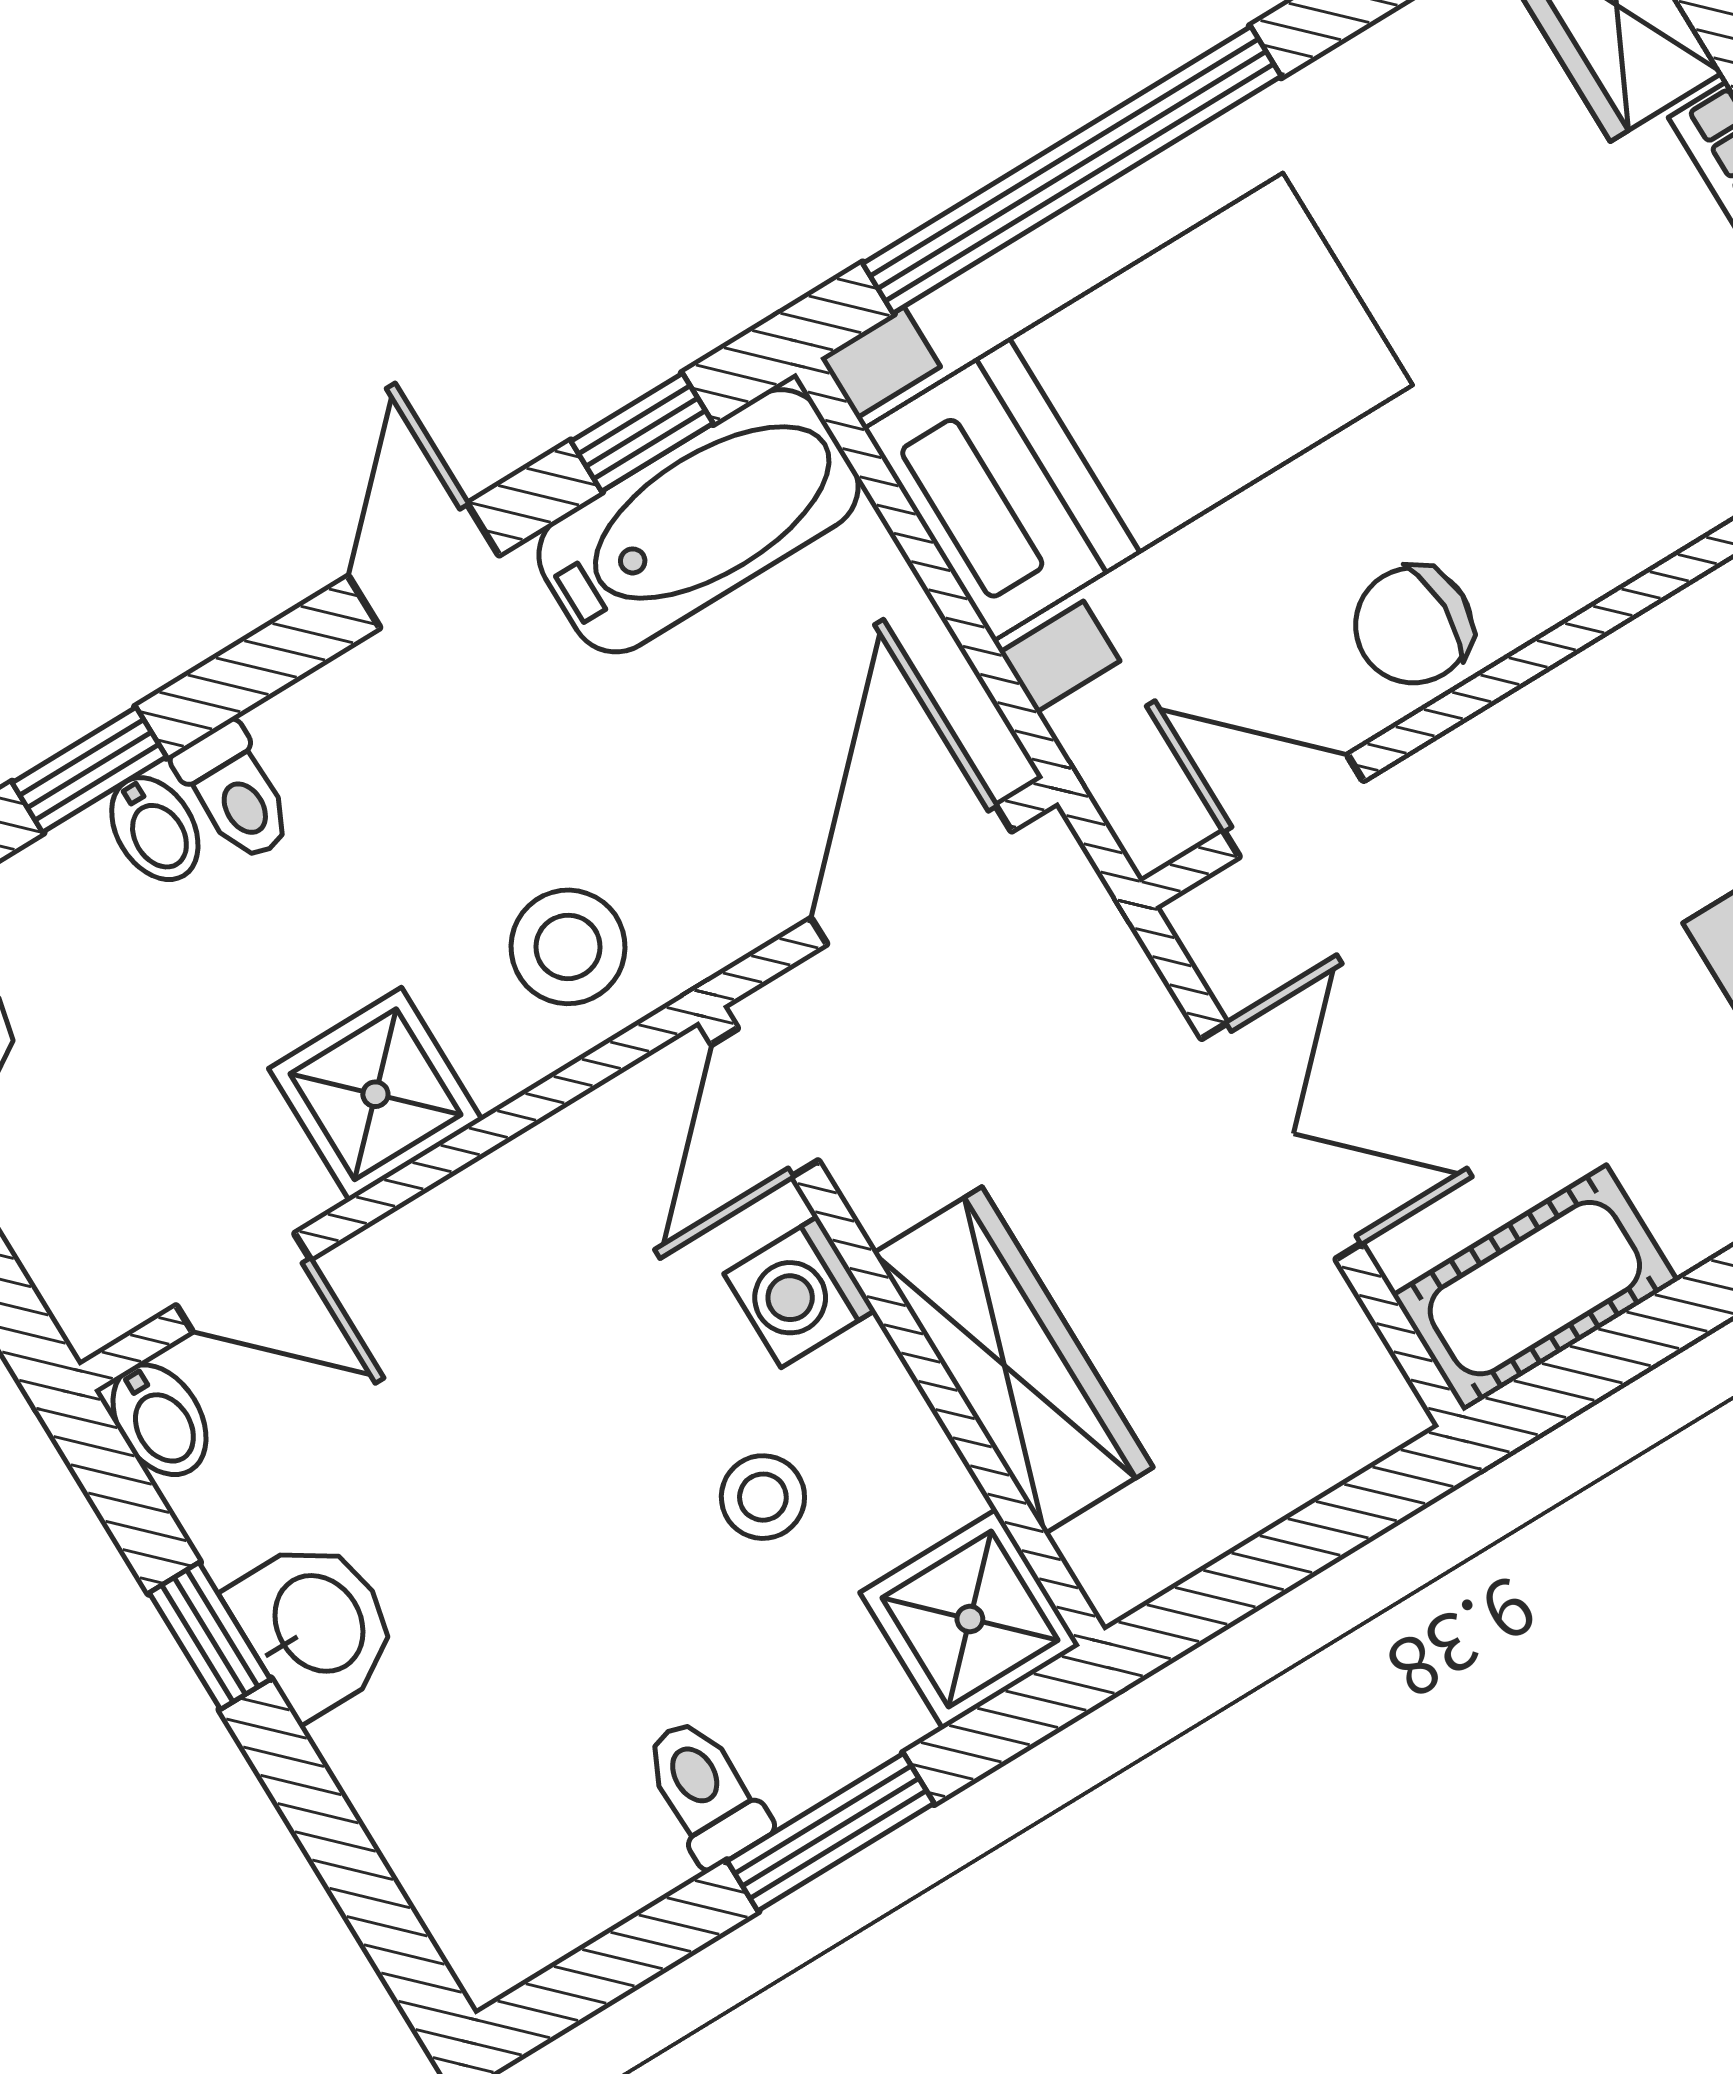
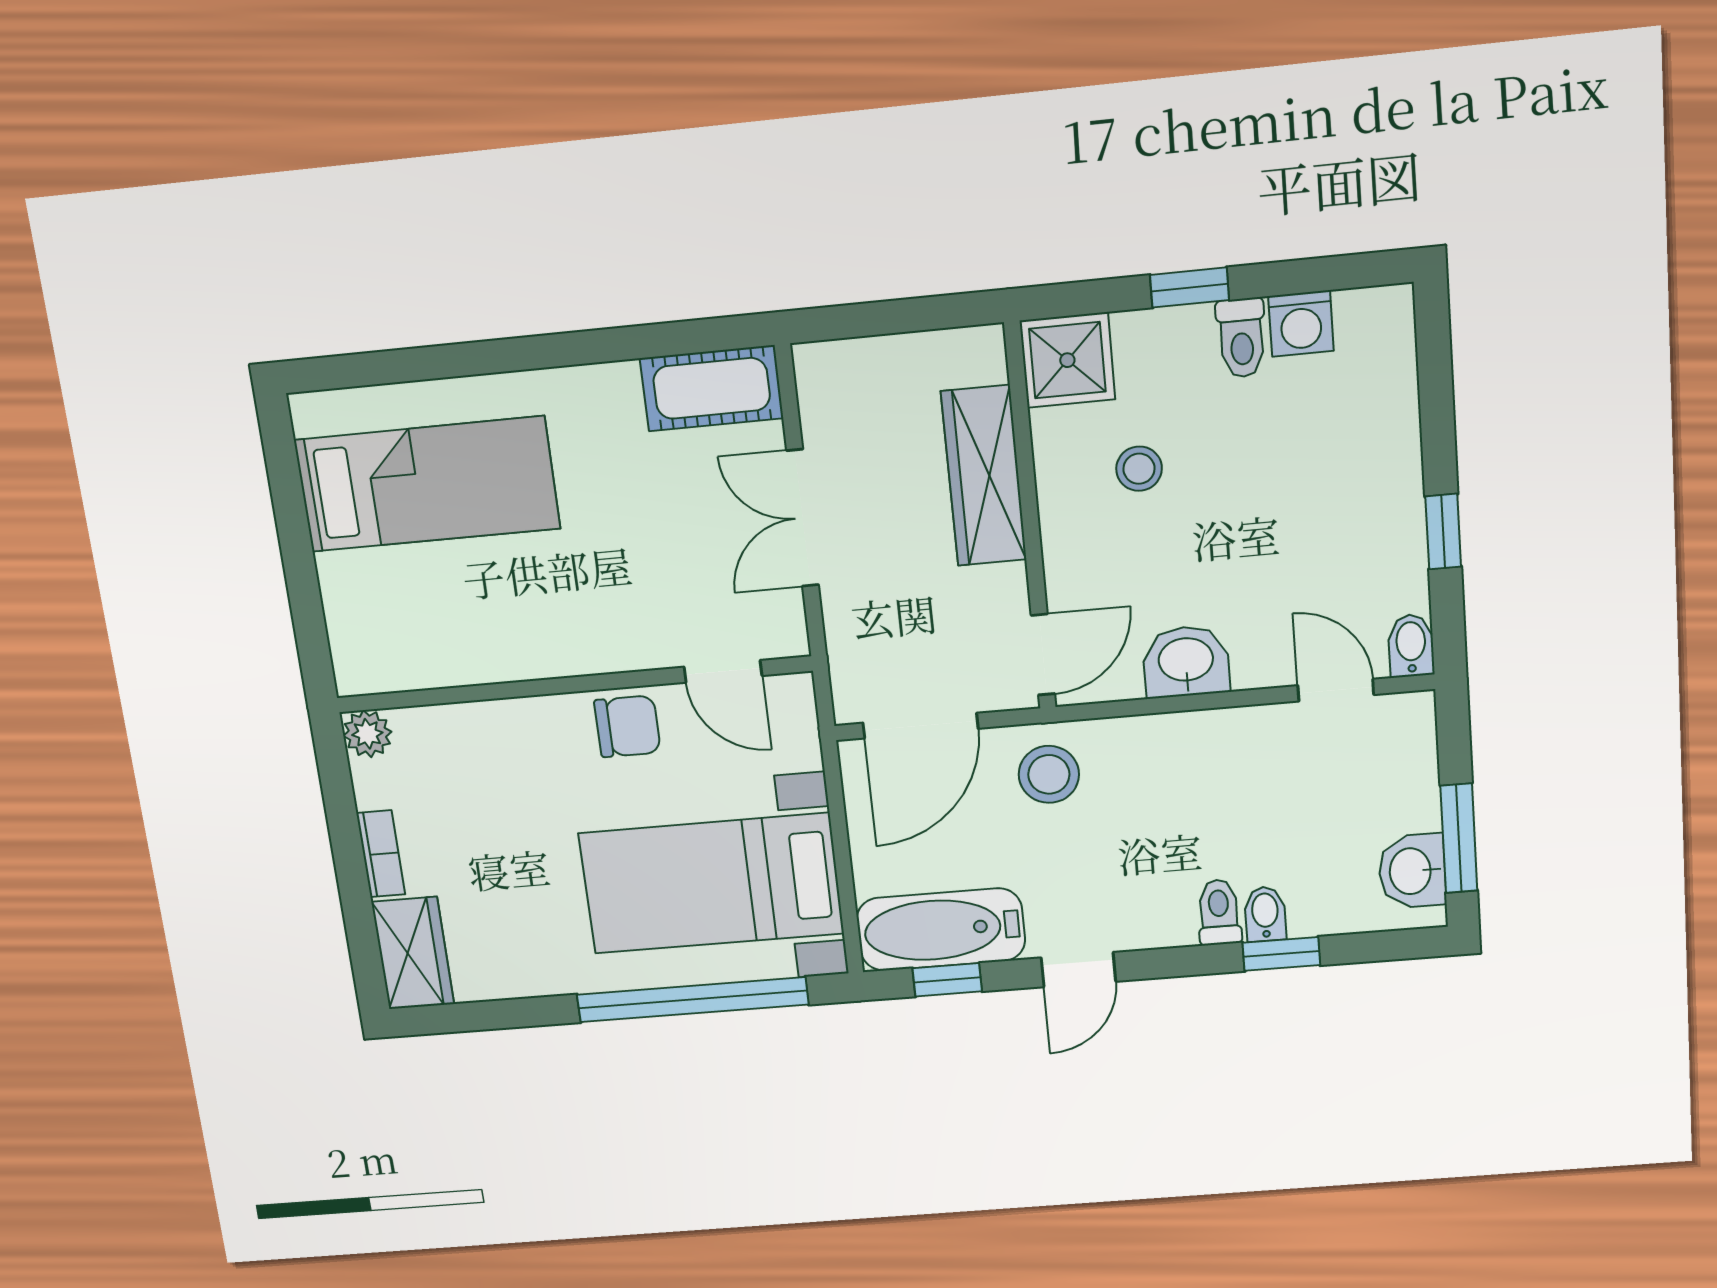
stool: (568, 947) -> (1049, 774), moved
shower: (375, 1094) -> (1226, 746), removed
washing machine: (800, 1292) -> (1301, 324), moved, turned 90
washbasin: (316, 1625) -> (1186, 662), moved, turned 90
window: (831, 1832) -> (1190, 287), width x0.67

